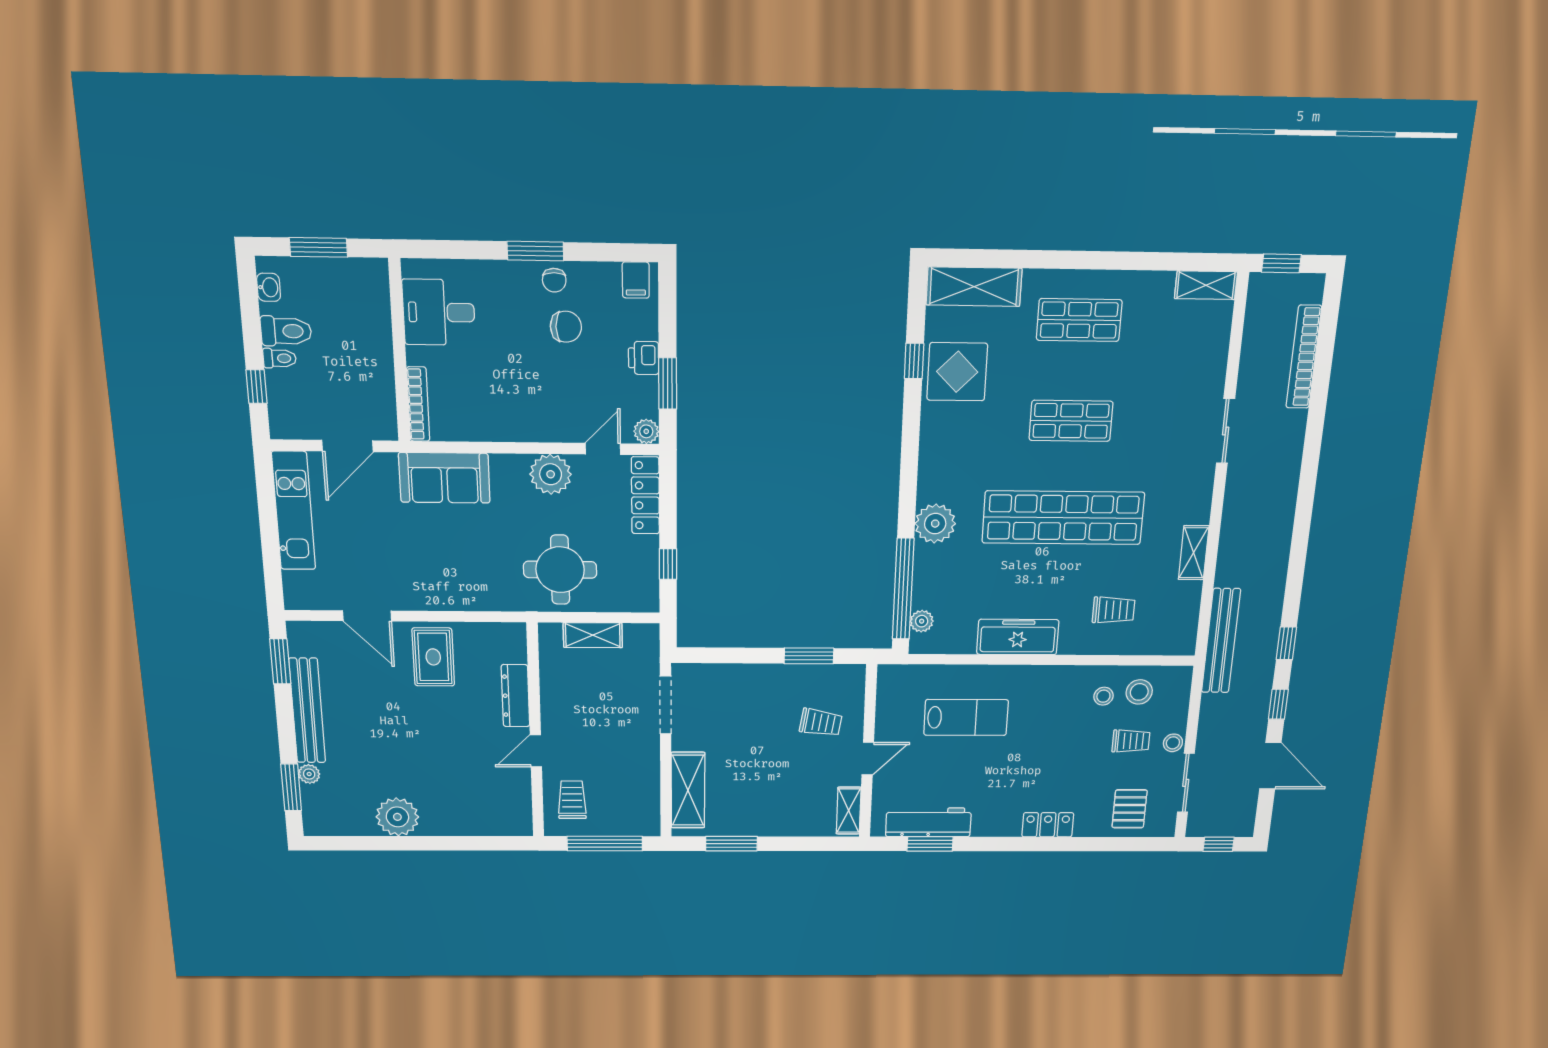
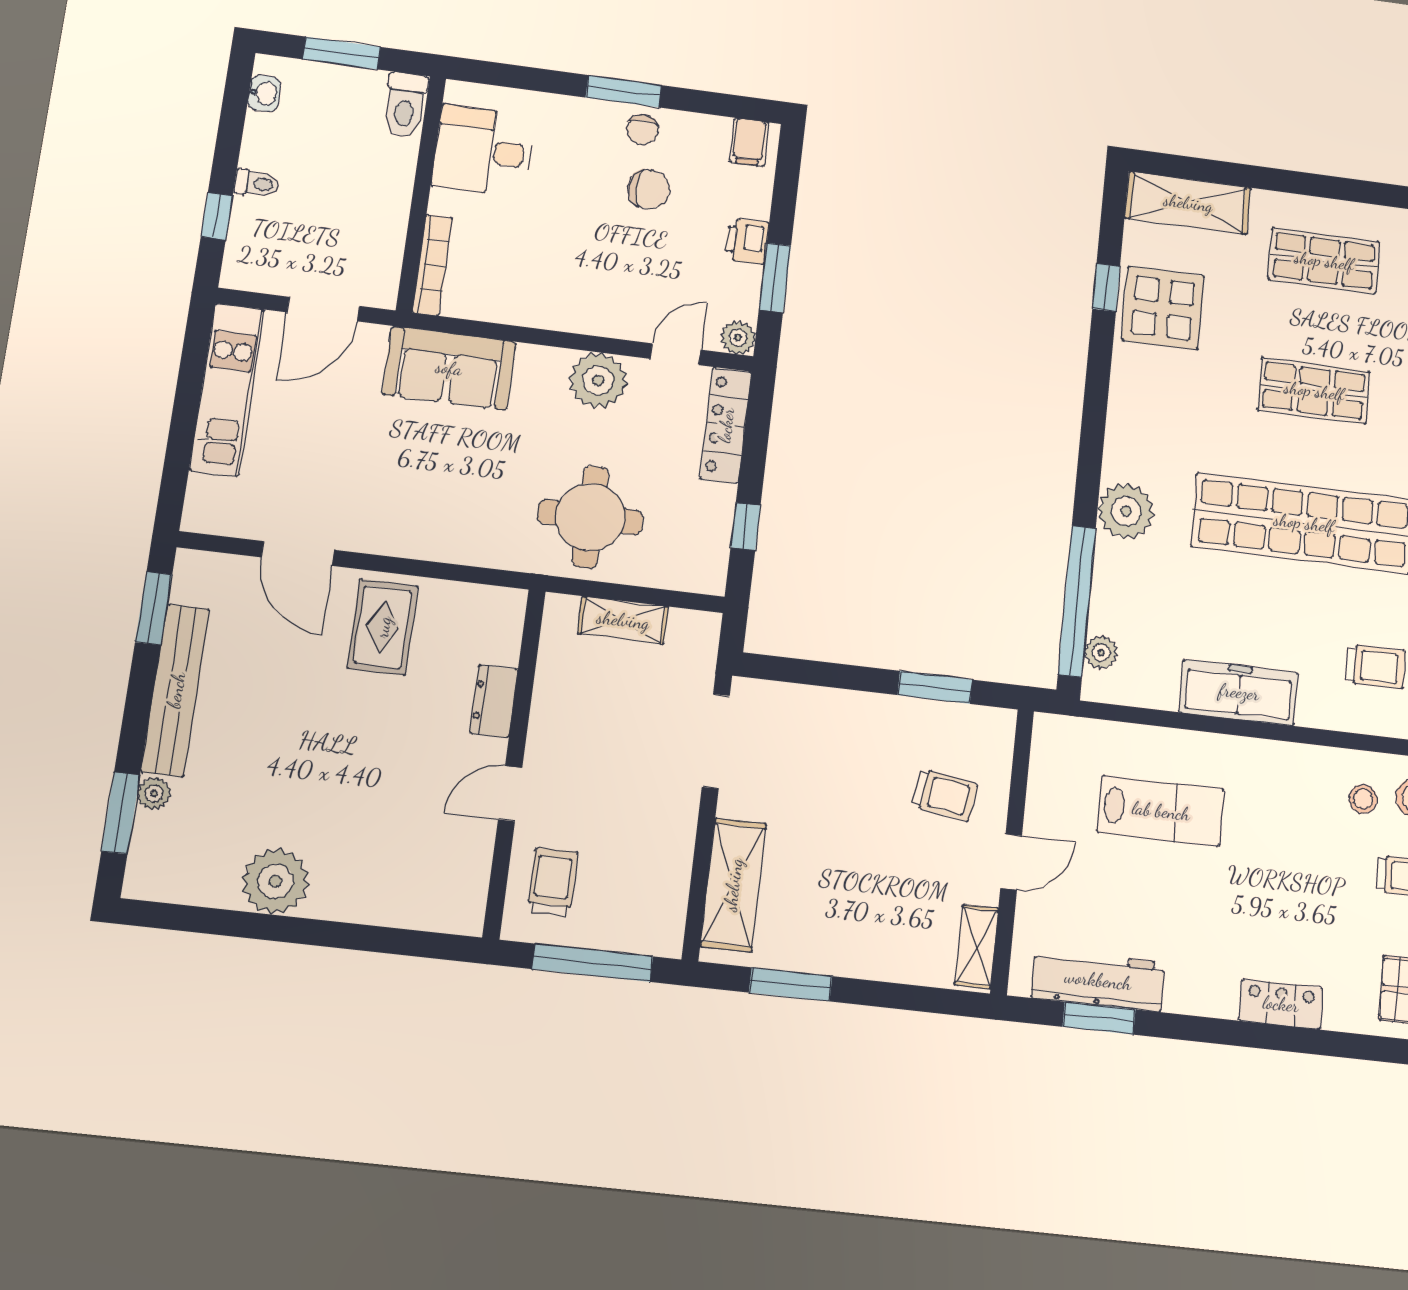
toilet: (286, 331) -> (405, 105), moved, turned 90
dresser: (515, 696) -> (494, 701), width x0.70

